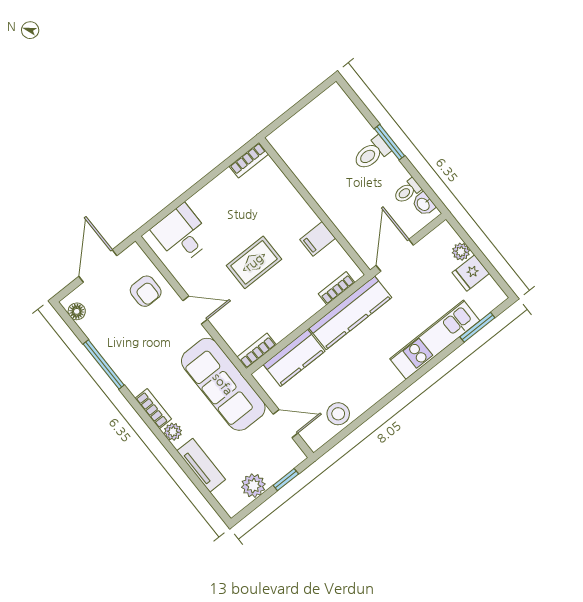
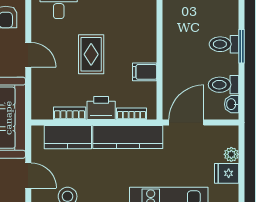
toilet: (407, 191) -> (224, 85), width x1.37, depth x1.39
rug: (254, 262) -> (91, 54), turned 90
printer: (304, 306) -> (101, 108), added
bookcase: (257, 351) -> (70, 113), moved

